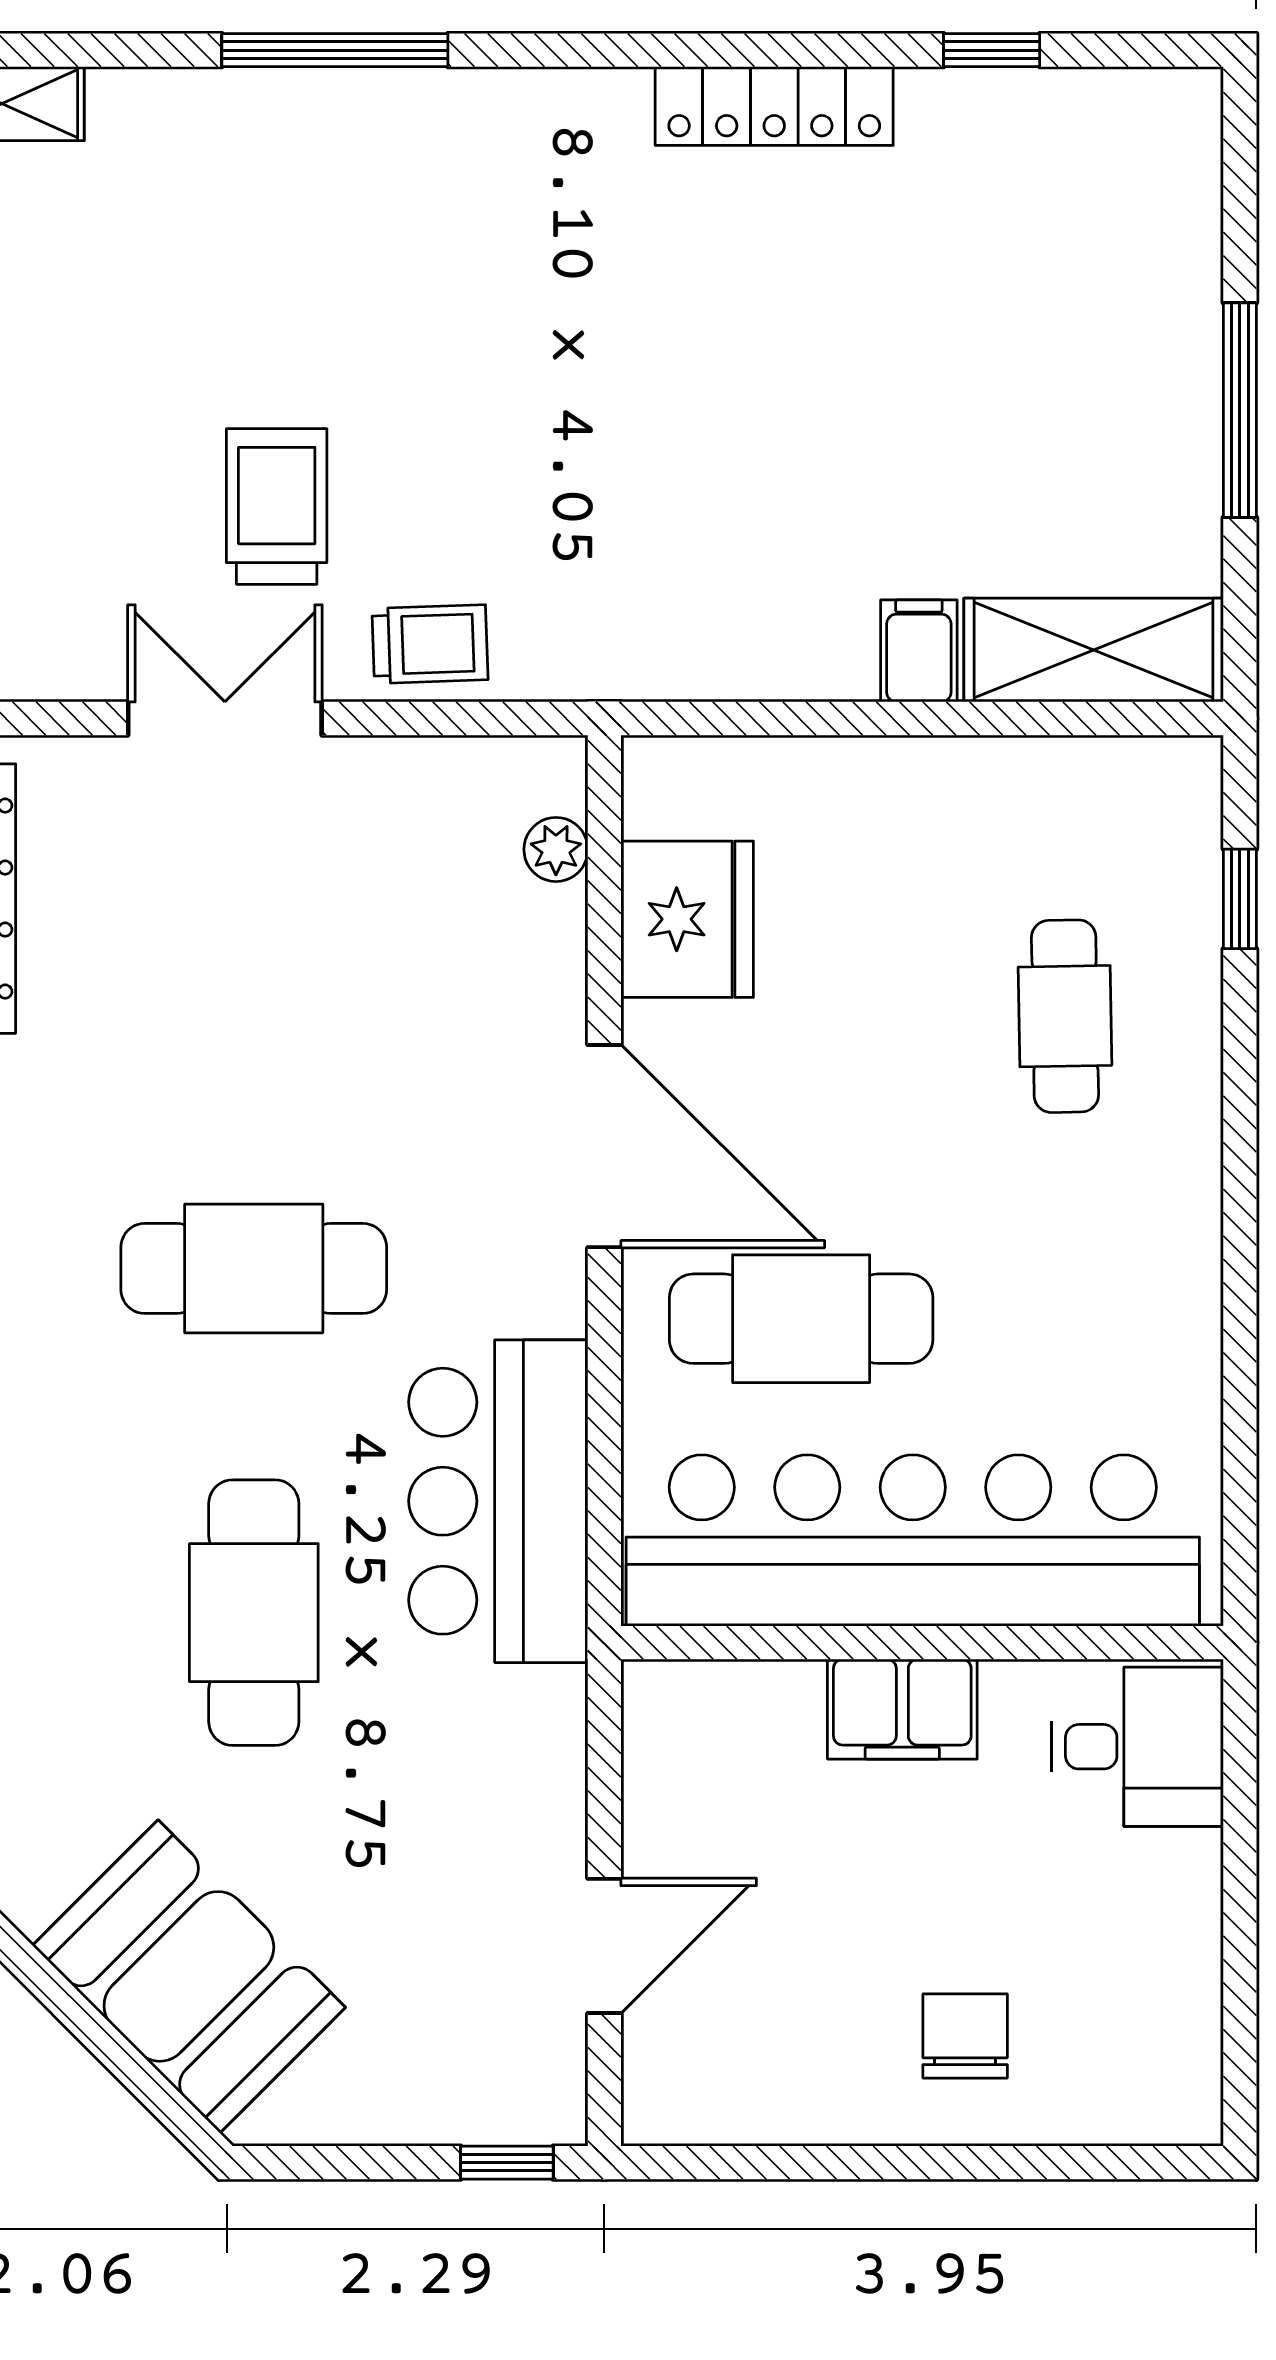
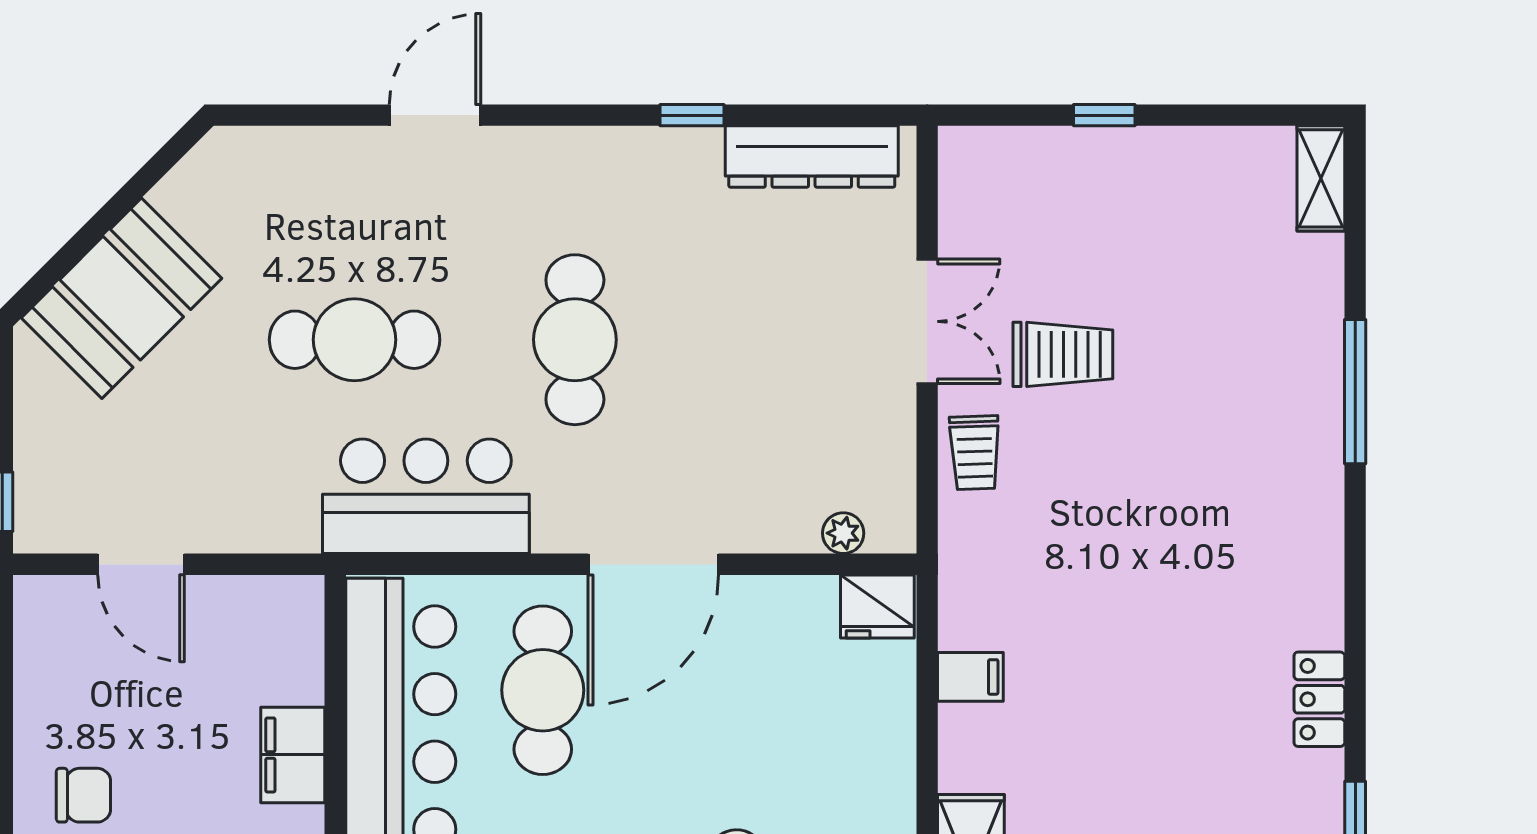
locker: (774, 106) -> (1319, 699), width x0.66
filing cabinet: (919, 651) -> (970, 677), moved
fridge: (687, 919) -> (877, 607), moved, width x0.73, depth x0.75

